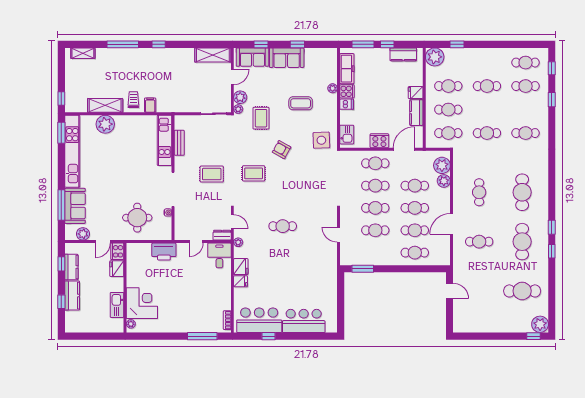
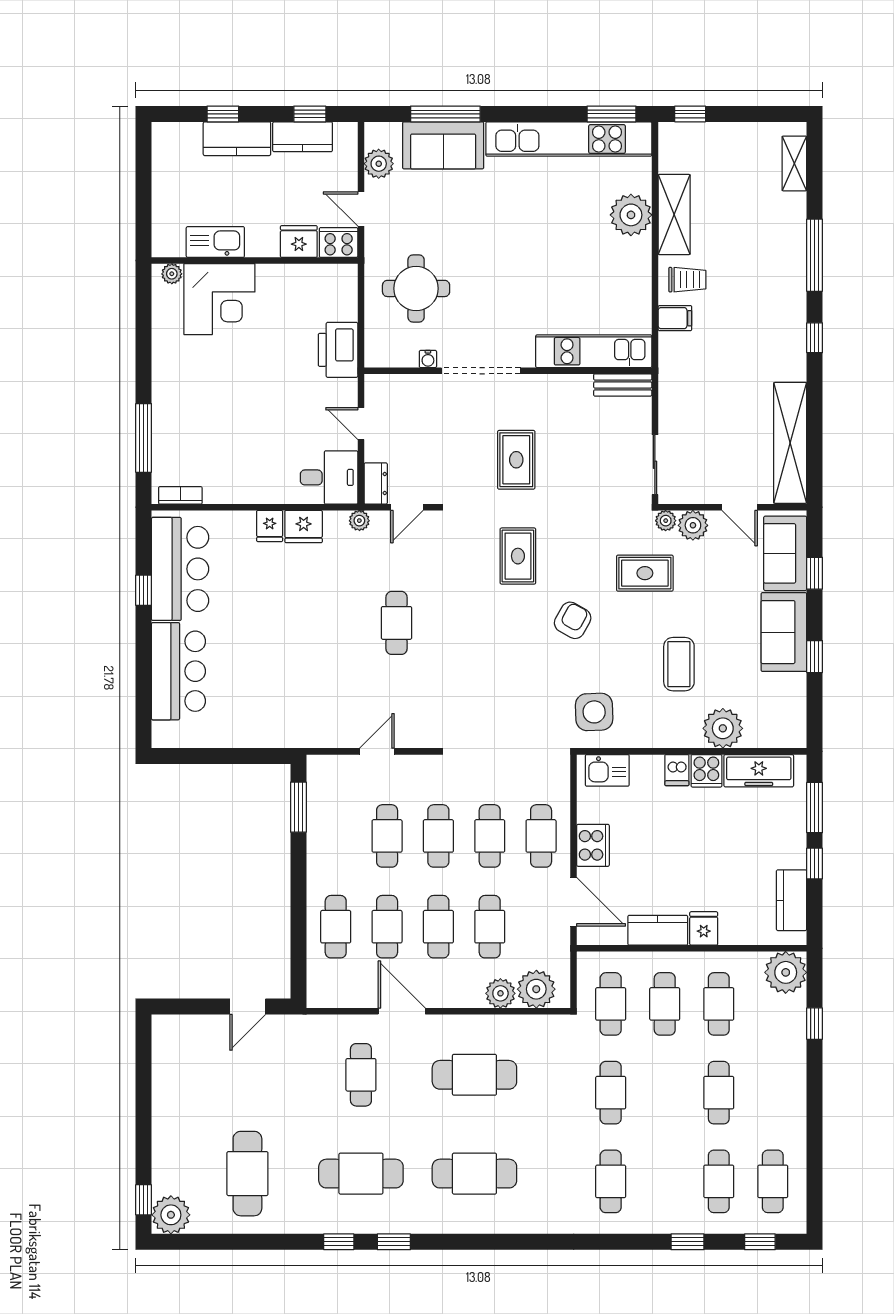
shelving: (213, 55) -> (790, 443), width x1.47
plant: (333, 88) -> (723, 728), width x1.88, depth x1.88
bench: (179, 143) -> (623, 385), moved
cafe table: (479, 192) -> (474, 1075), width x1.37, depth x1.35

